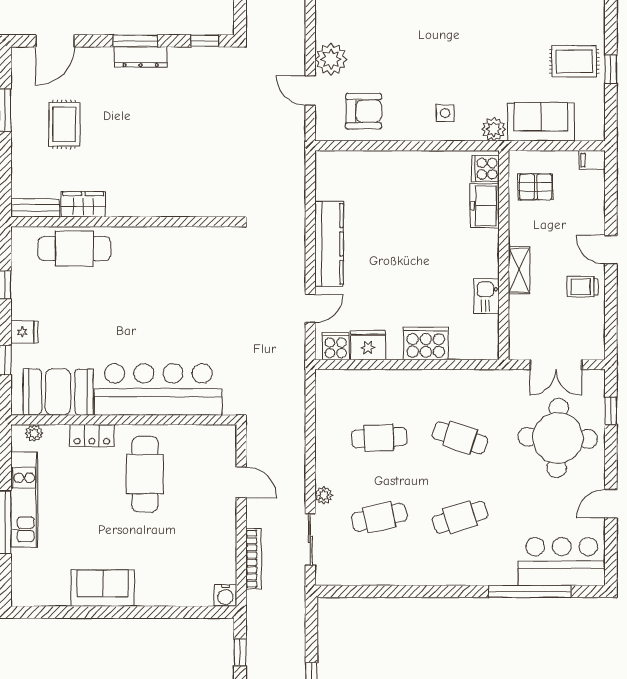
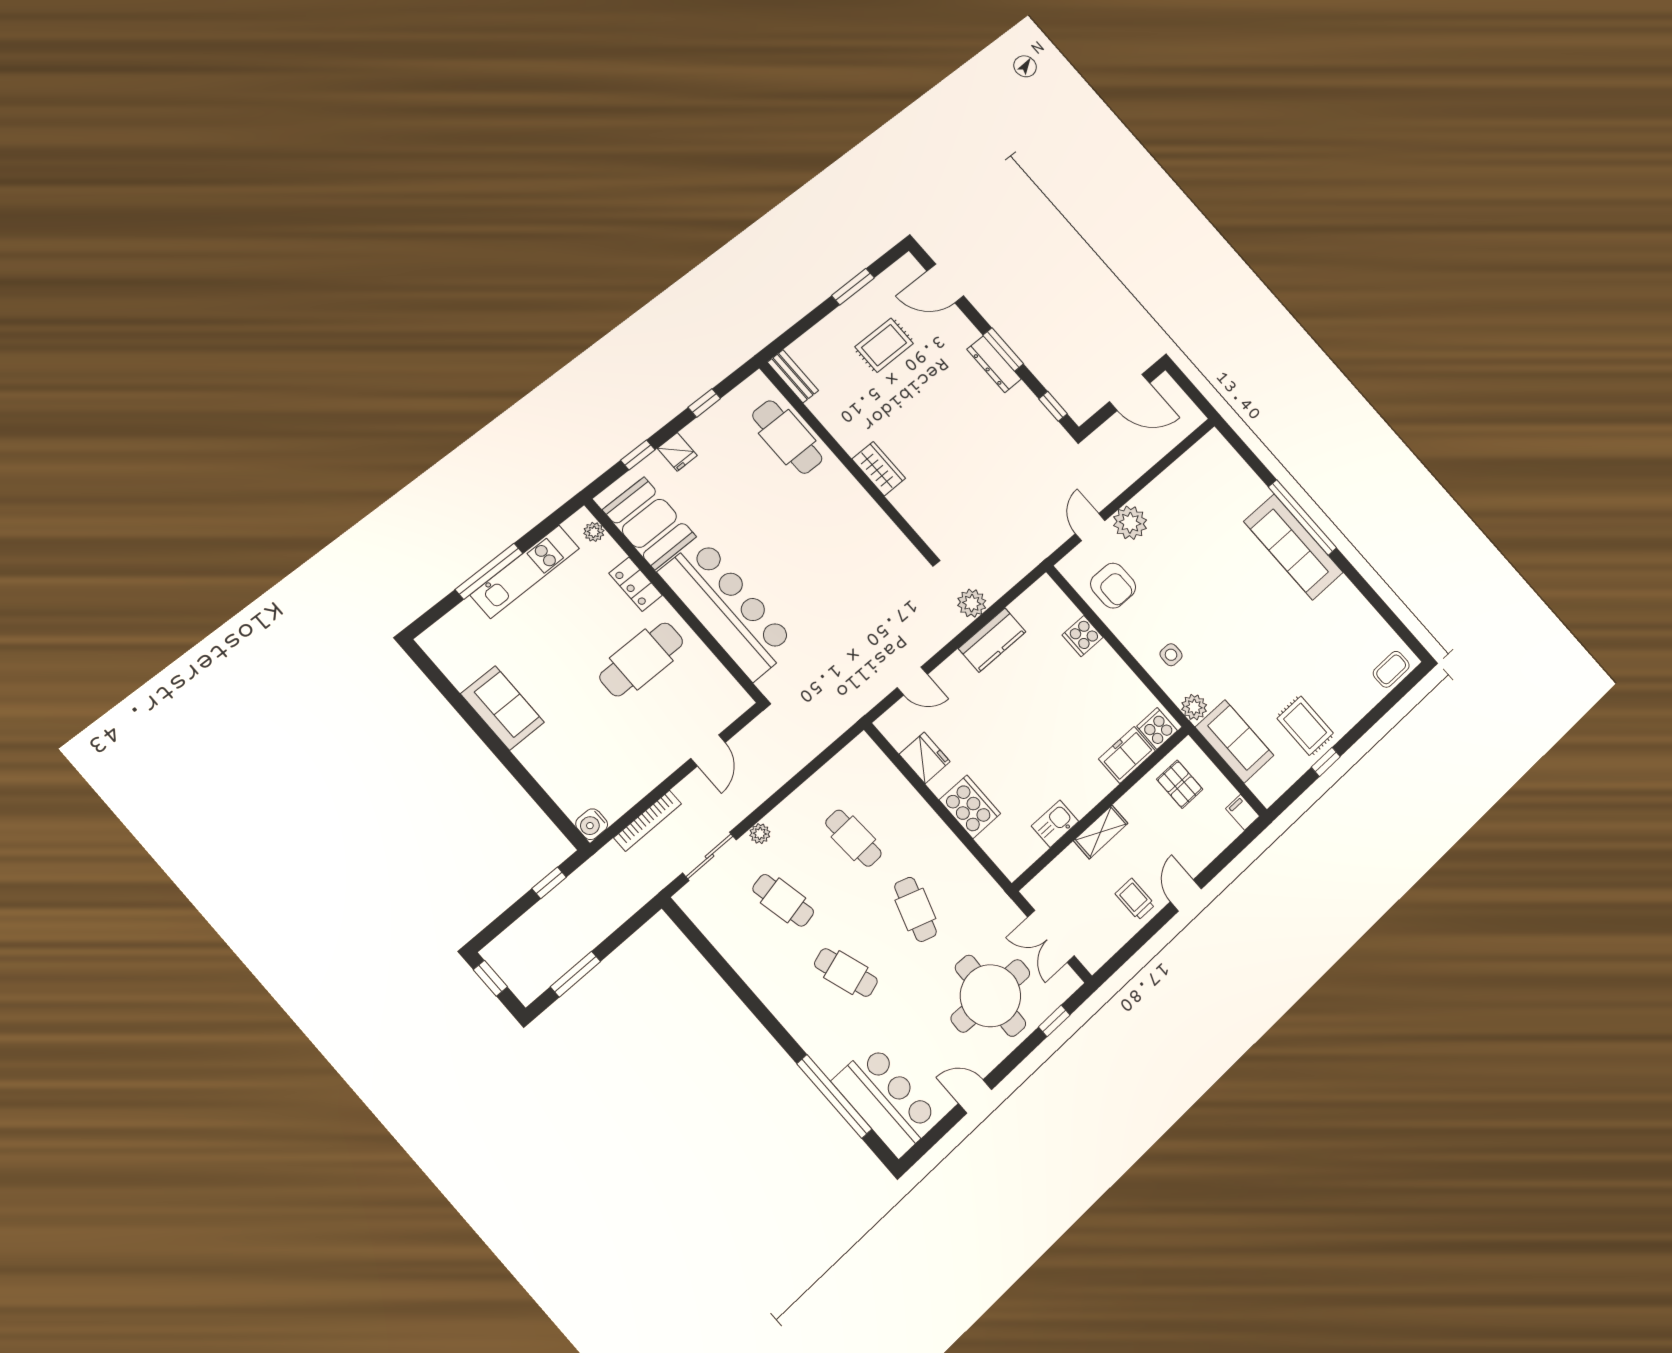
wardrobe: (83, 204) -> (879, 469), moved
plant: (293, 221) -> (972, 603), added
kitchen counter: (329, 244) -> (992, 640), width x0.67
cooker: (336, 346) -> (1083, 636), moved, turned 180

